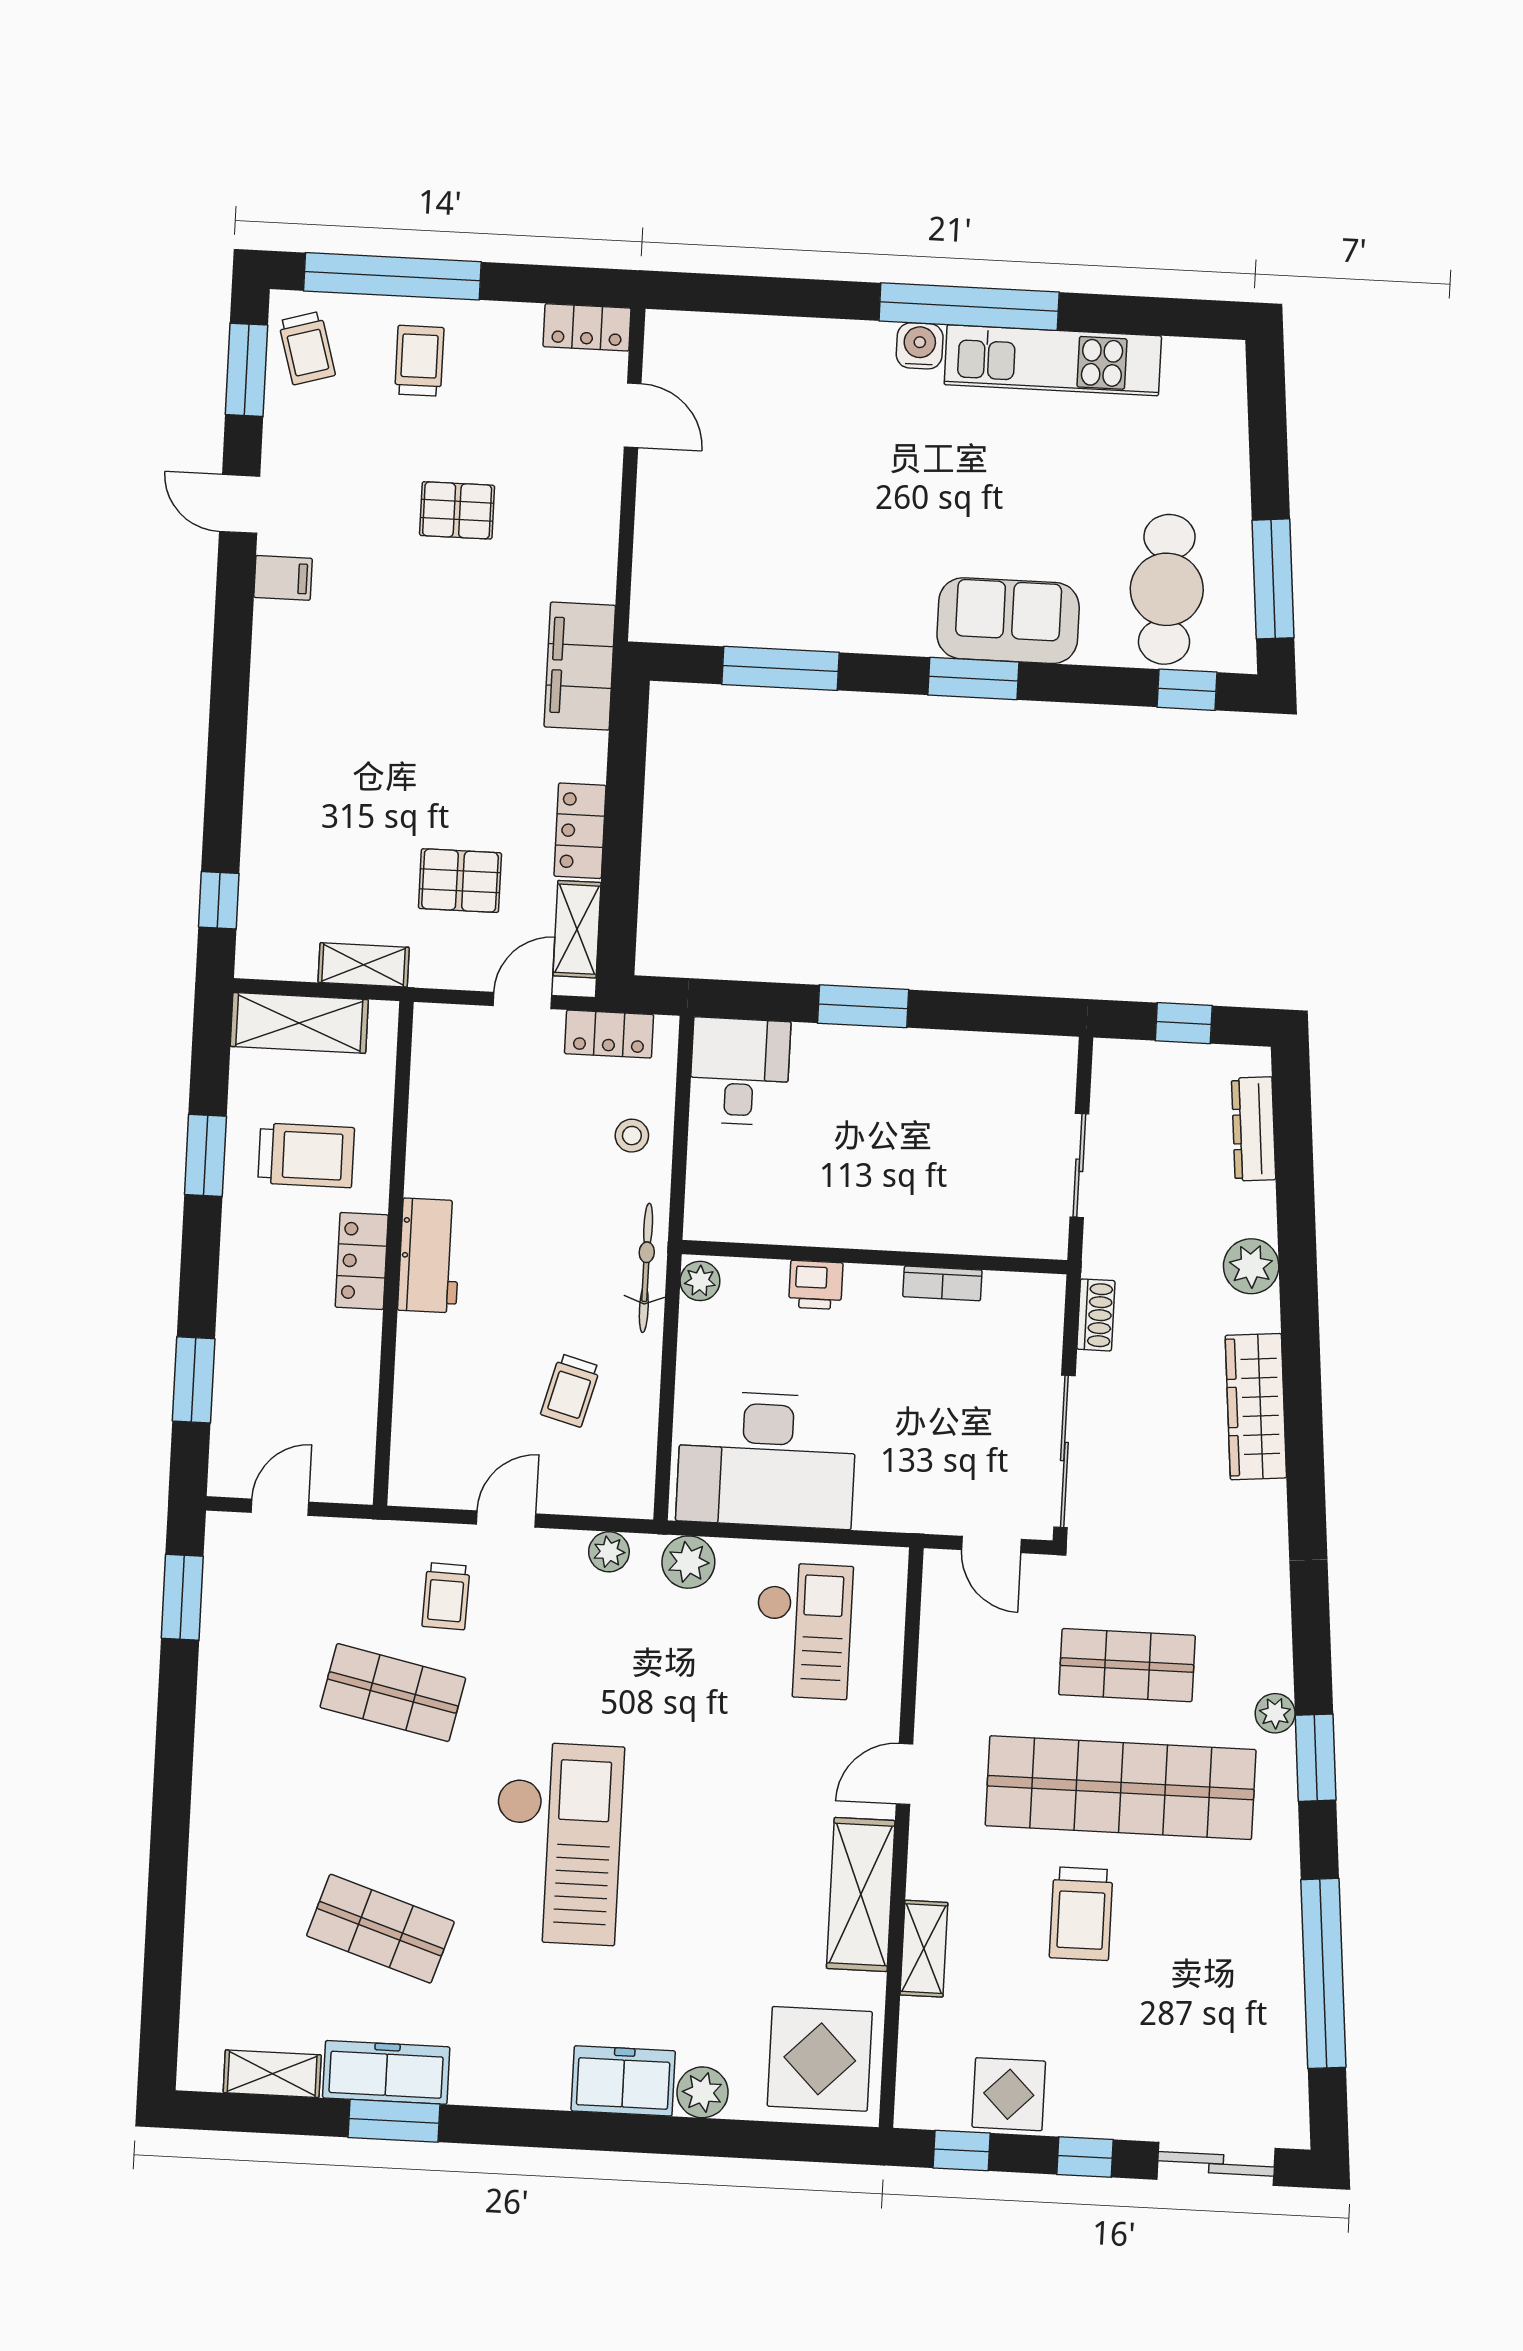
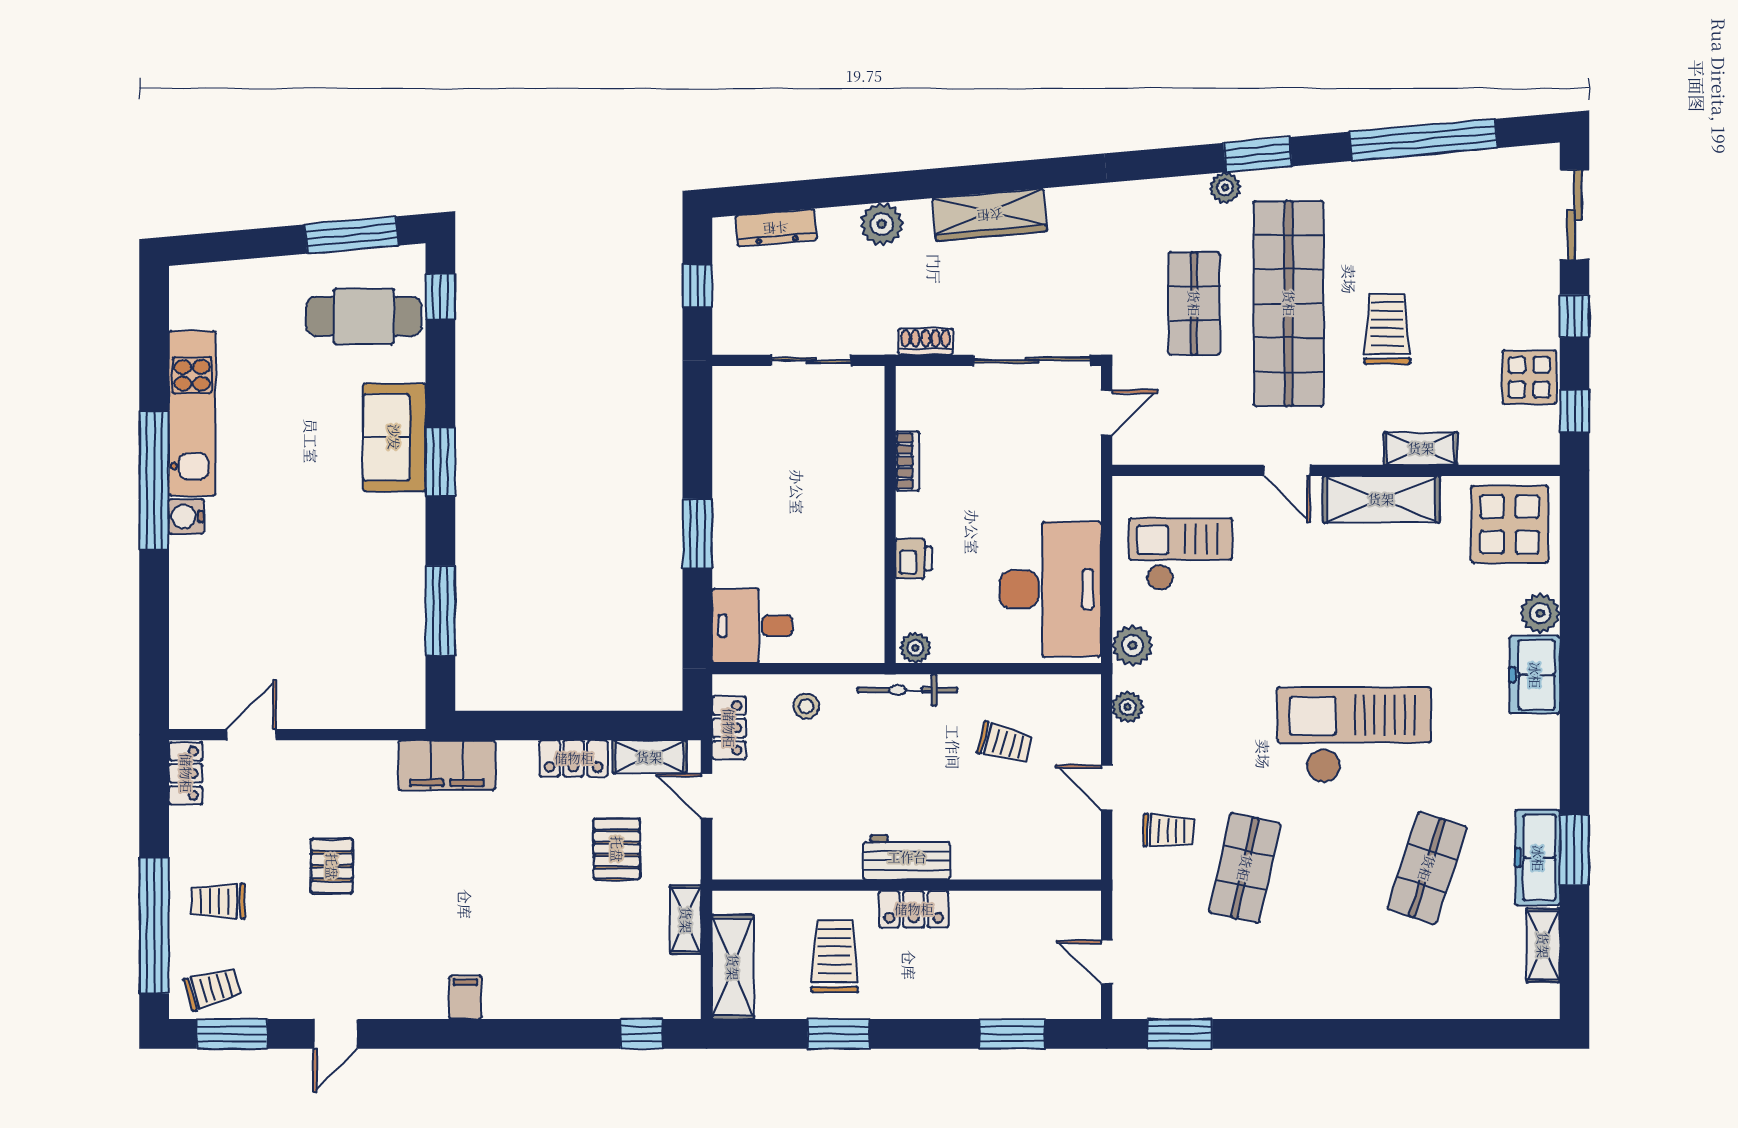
filing cabinet: (283, 578) -> (465, 997), moved
trolley: (1081, 1914) -> (1387, 329), turned -90

